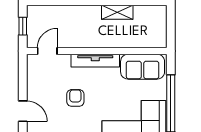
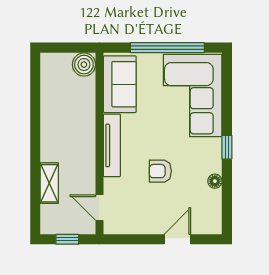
shelving: (117, 12) -> (49, 183), moved
boiler: (158, 39) -> (84, 65), added

